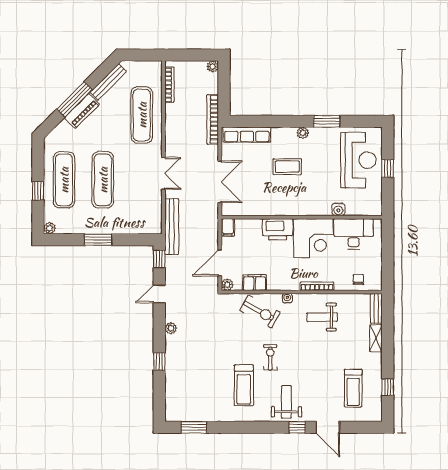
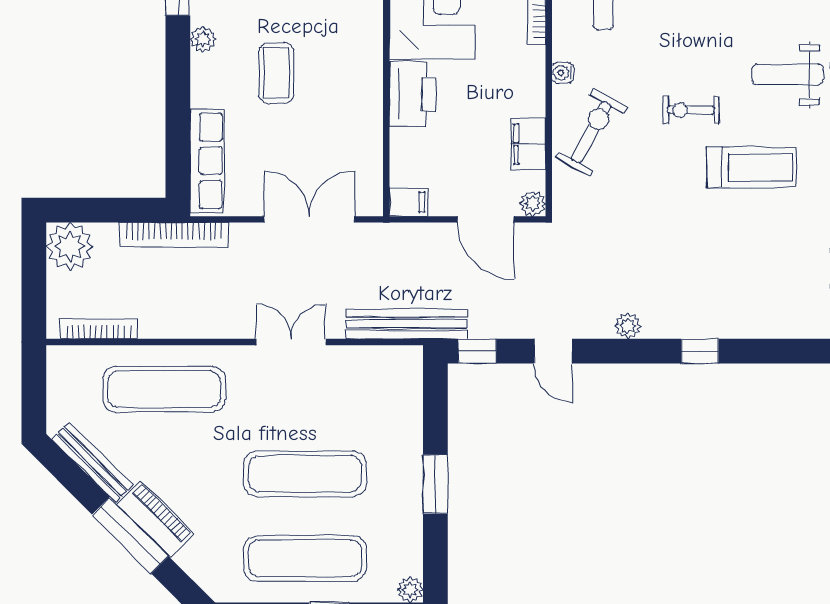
plant: (213, 67) -> (70, 246), width x1.87, depth x1.87

